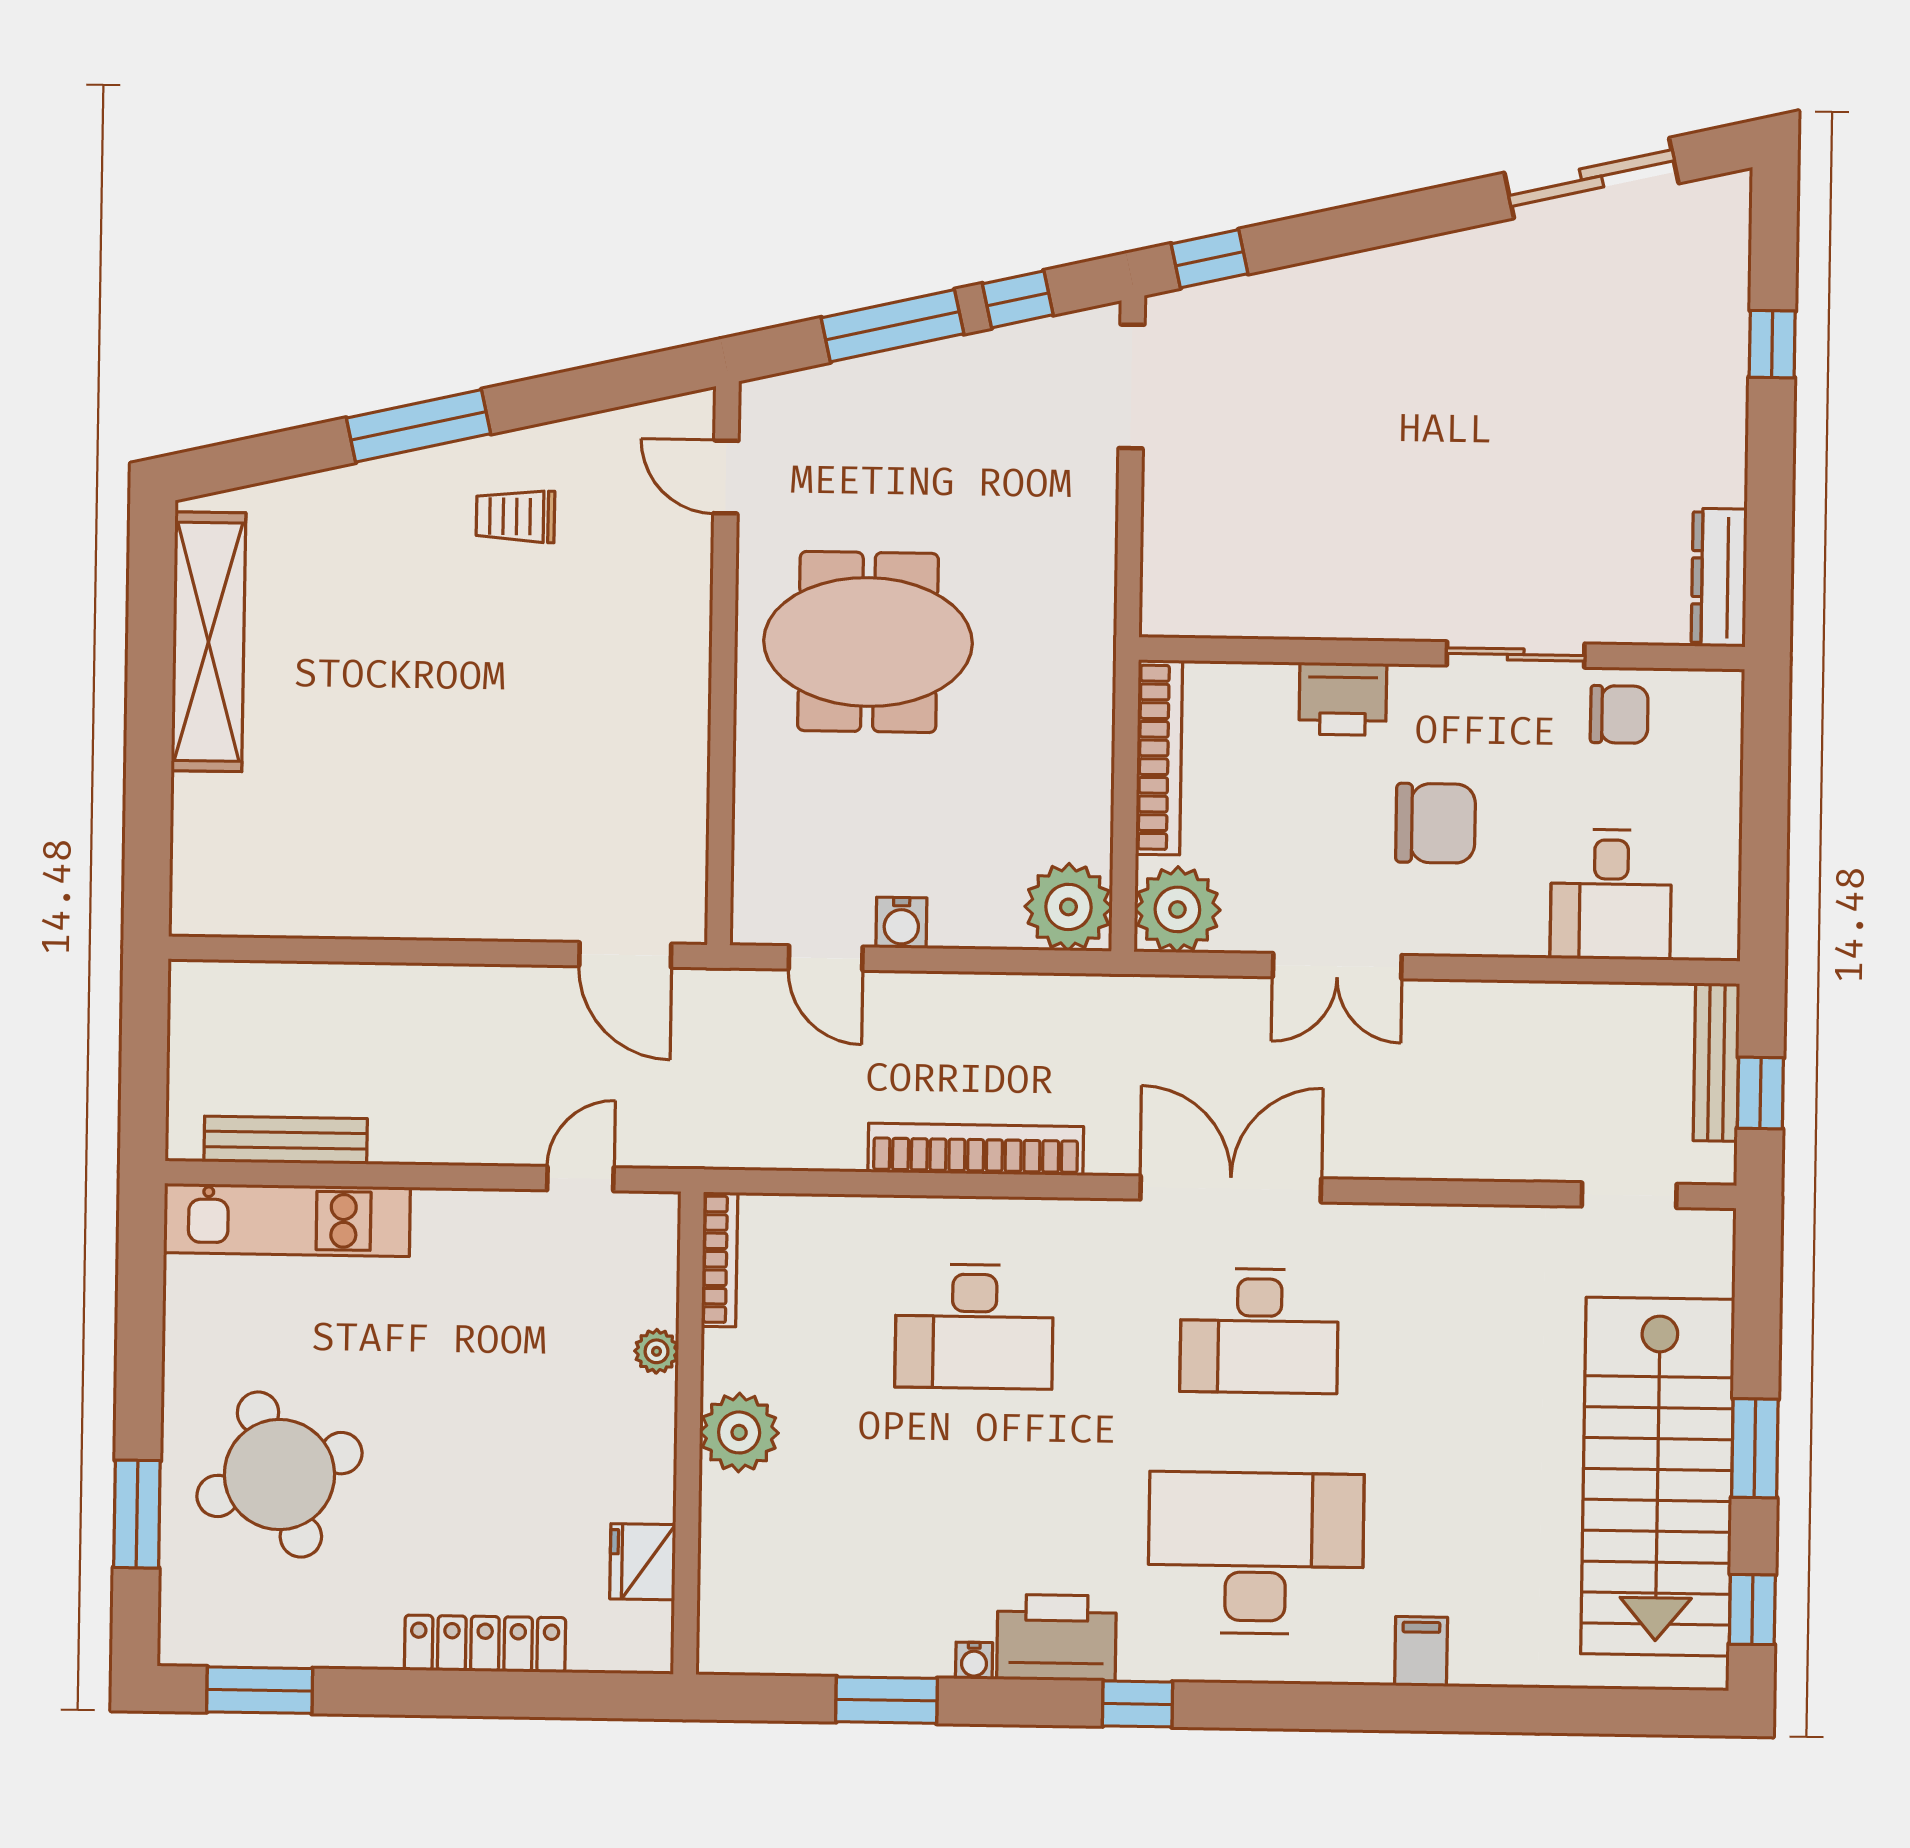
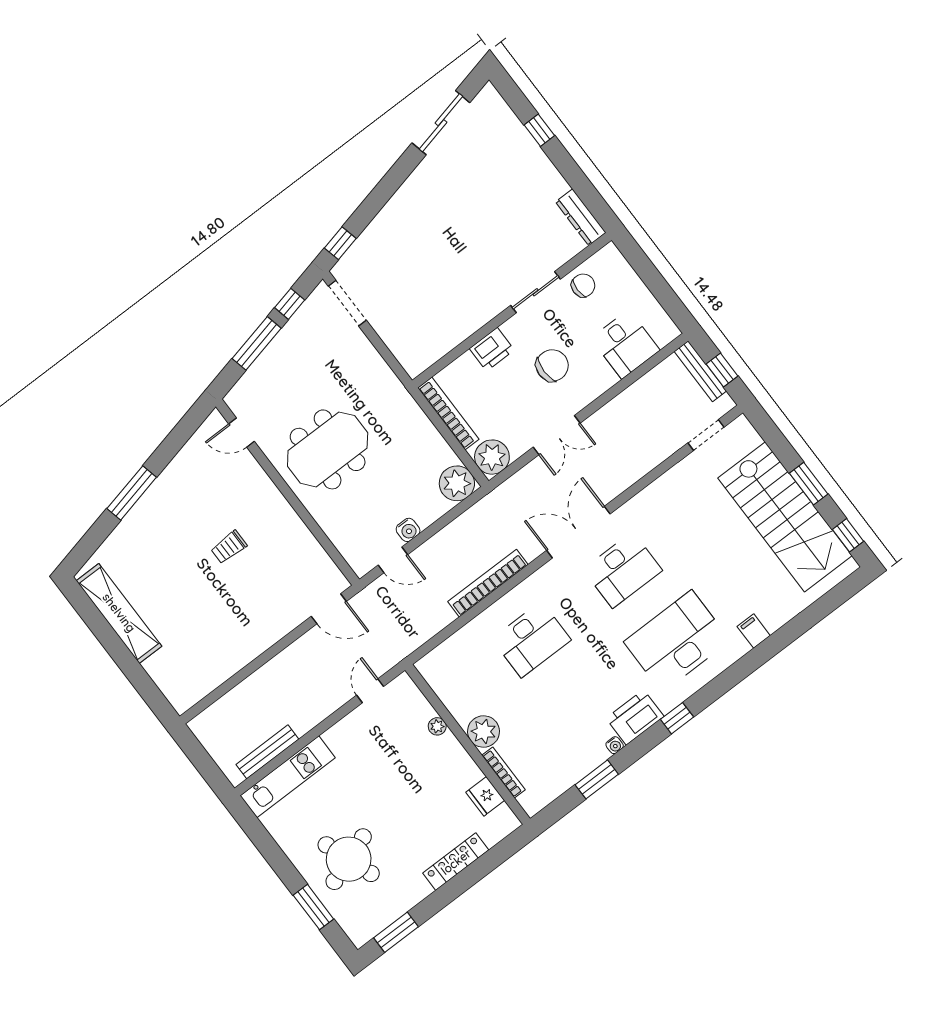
trolley: (515, 516) -> (229, 547), moved
bookcase: (720, 1259) -> (503, 772), moved

